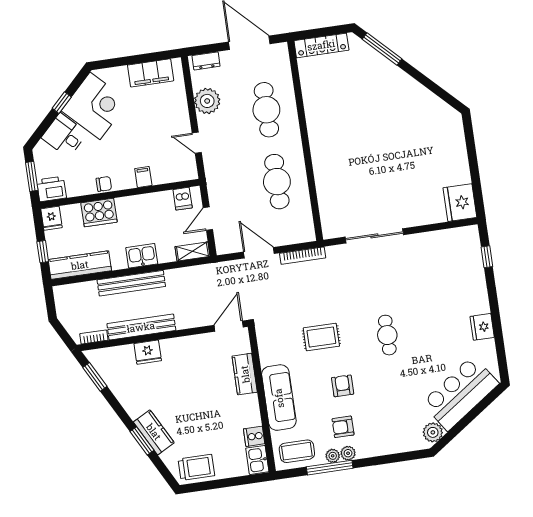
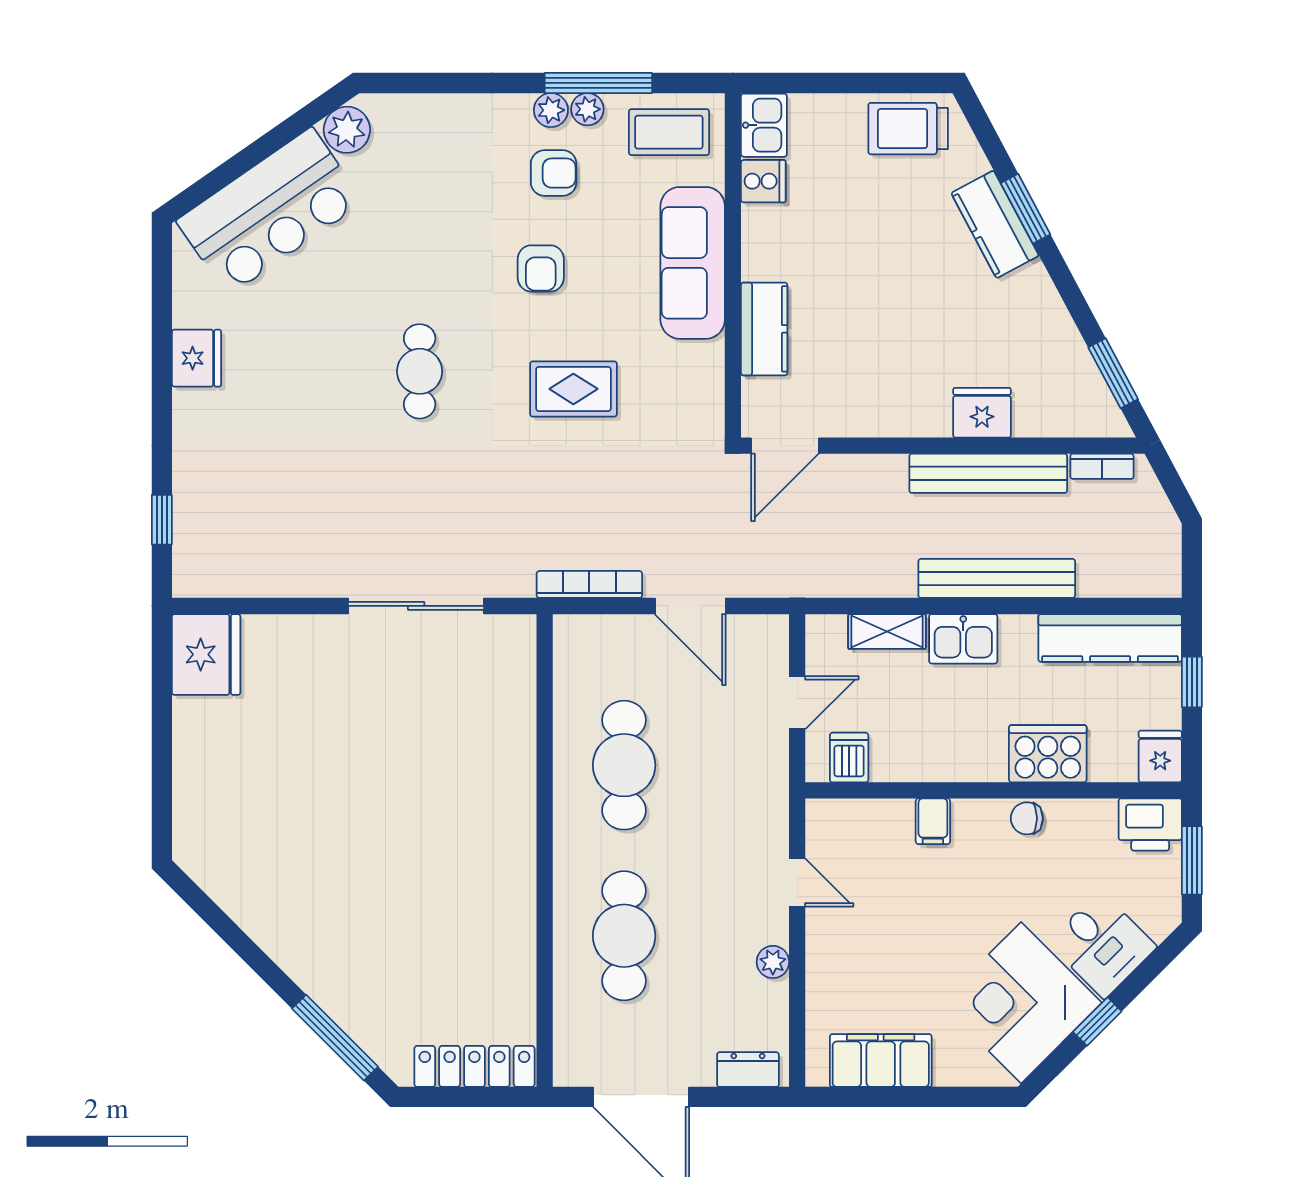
plant: (207, 101) -> (773, 962), width x0.53, depth x0.53
shelving: (192, 251) -> (887, 631), moved

